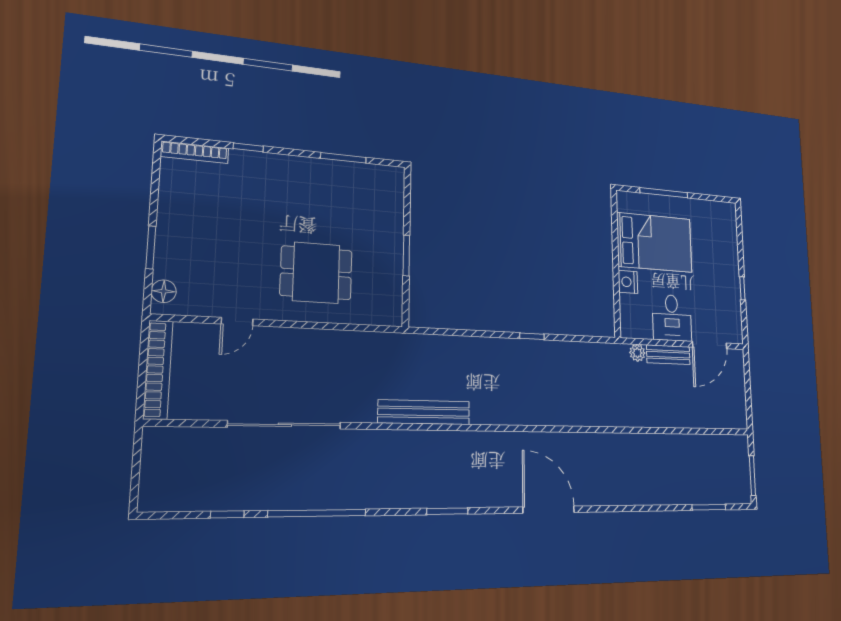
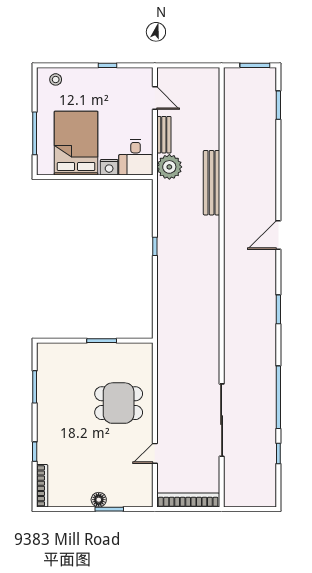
stool: (724, 224) -> (56, 79), added
dining table: (316, 273) -> (119, 403), turned 90
floor lamp: (164, 291) -> (99, 500), moved
desk: (672, 318) -> (136, 157), moved, turned 90
door: (237, 321) -> (155, 453), swing flipped
door: (710, 345) -> (155, 98), width x0.73
plant: (637, 353) -> (169, 167), width x1.88, depth x1.88
bench: (424, 412) -> (212, 183), moved
door: (549, 510) -> (278, 235), width x0.73

